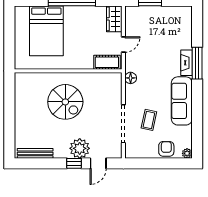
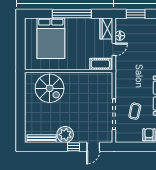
floor lamp: (131, 78) -> (120, 36), moved
spiral stairs: (65, 102) -> (50, 88), moved
plant: (80, 148) -> (65, 135), moved

